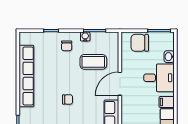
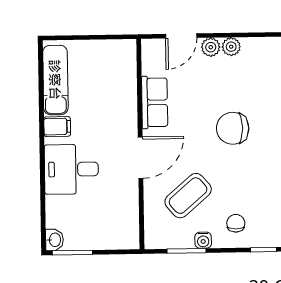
chair: (140, 43) -> (106, 231), removed
washbasin: (169, 57) -> (54, 240), moved
coffee table: (93, 62) -> (188, 196), turned -41
chair: (68, 99) -> (233, 128), width x1.87, depth x1.87

